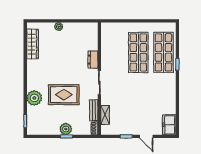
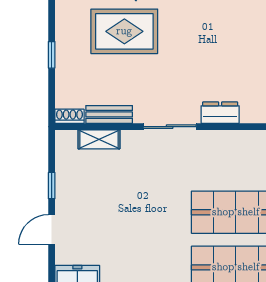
rug: (64, 95) -> (124, 31), moved, turned 90
plant: (66, 129) -> (68, 53), removed

